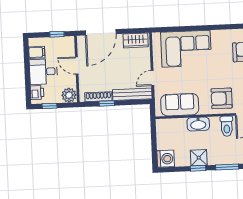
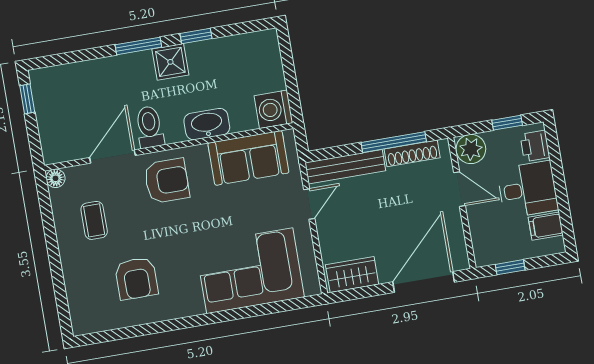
door: (77, 65) -> (459, 189), moved
window: (107, 103) -> (394, 142), width x2.17
shower: (199, 158) -> (170, 62), moved
washing machine: (166, 159) -> (273, 109), moved

